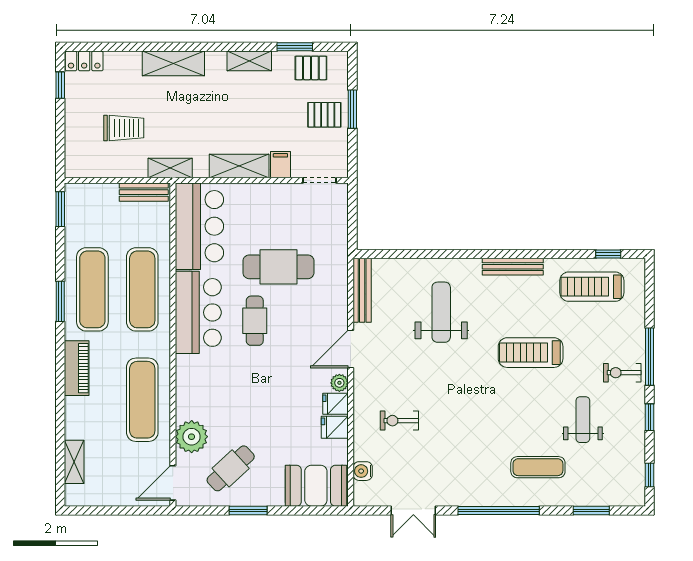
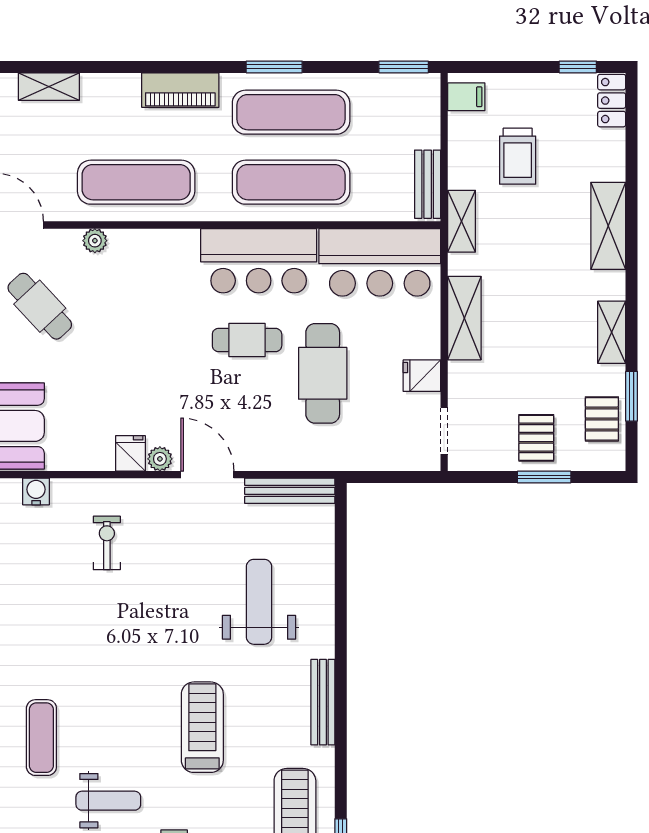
filing cabinet: (280, 165) -> (466, 97), moved
weight bench: (441, 312) -> (259, 602), turned -90
fridge: (335, 427) -> (422, 376), moved, turned -90
plant: (192, 437) -> (95, 241), width x0.53, depth x0.53

